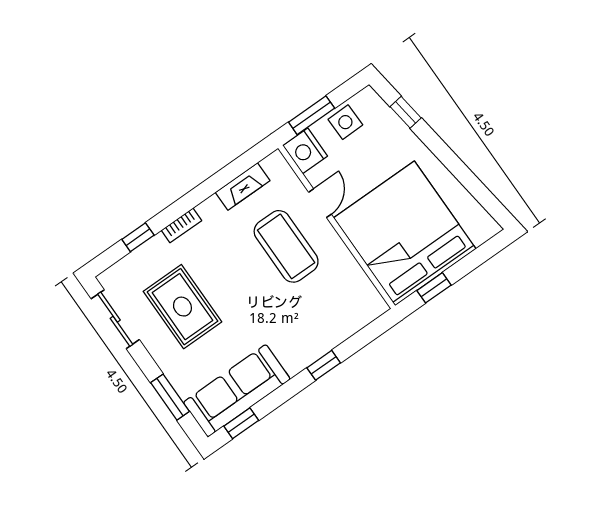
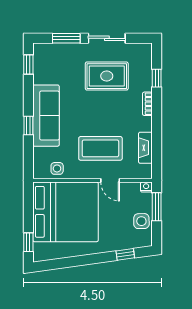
nightstand: (305, 151) -> (146, 187), width x0.53, depth x0.56
side table: (354, 286) -> (57, 168), added
window: (434, 288) -> (28, 242), moved
sliding door: (115, 319) -> (107, 38), moved
sofa: (237, 391) -> (46, 116), moved

